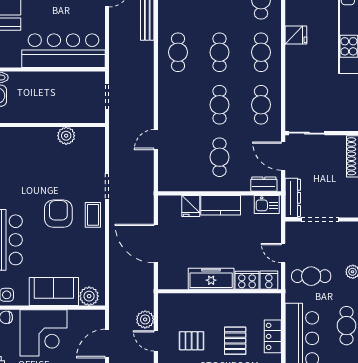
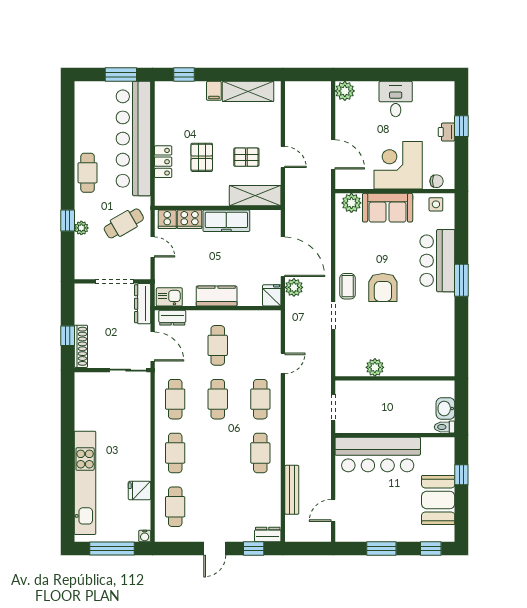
fridge: (296, 35) -> (139, 491), moved
cafe table: (219, 52) -> (260, 399), moved
fridge: (191, 206) -> (272, 295), moved
cafe table: (311, 276) -> (124, 223), turned -30
shelving: (183, 303) -> (255, 196), added
plant: (145, 319) -> (294, 287), moved
door: (107, 343) -> (333, 154), hinge flipped

